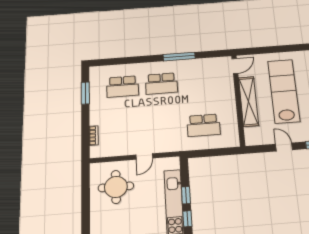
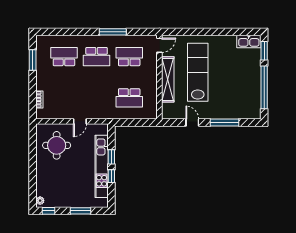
school desk: (200, 81) -> (129, 57), added
school desk: (123, 87) -> (64, 57), turned 180

